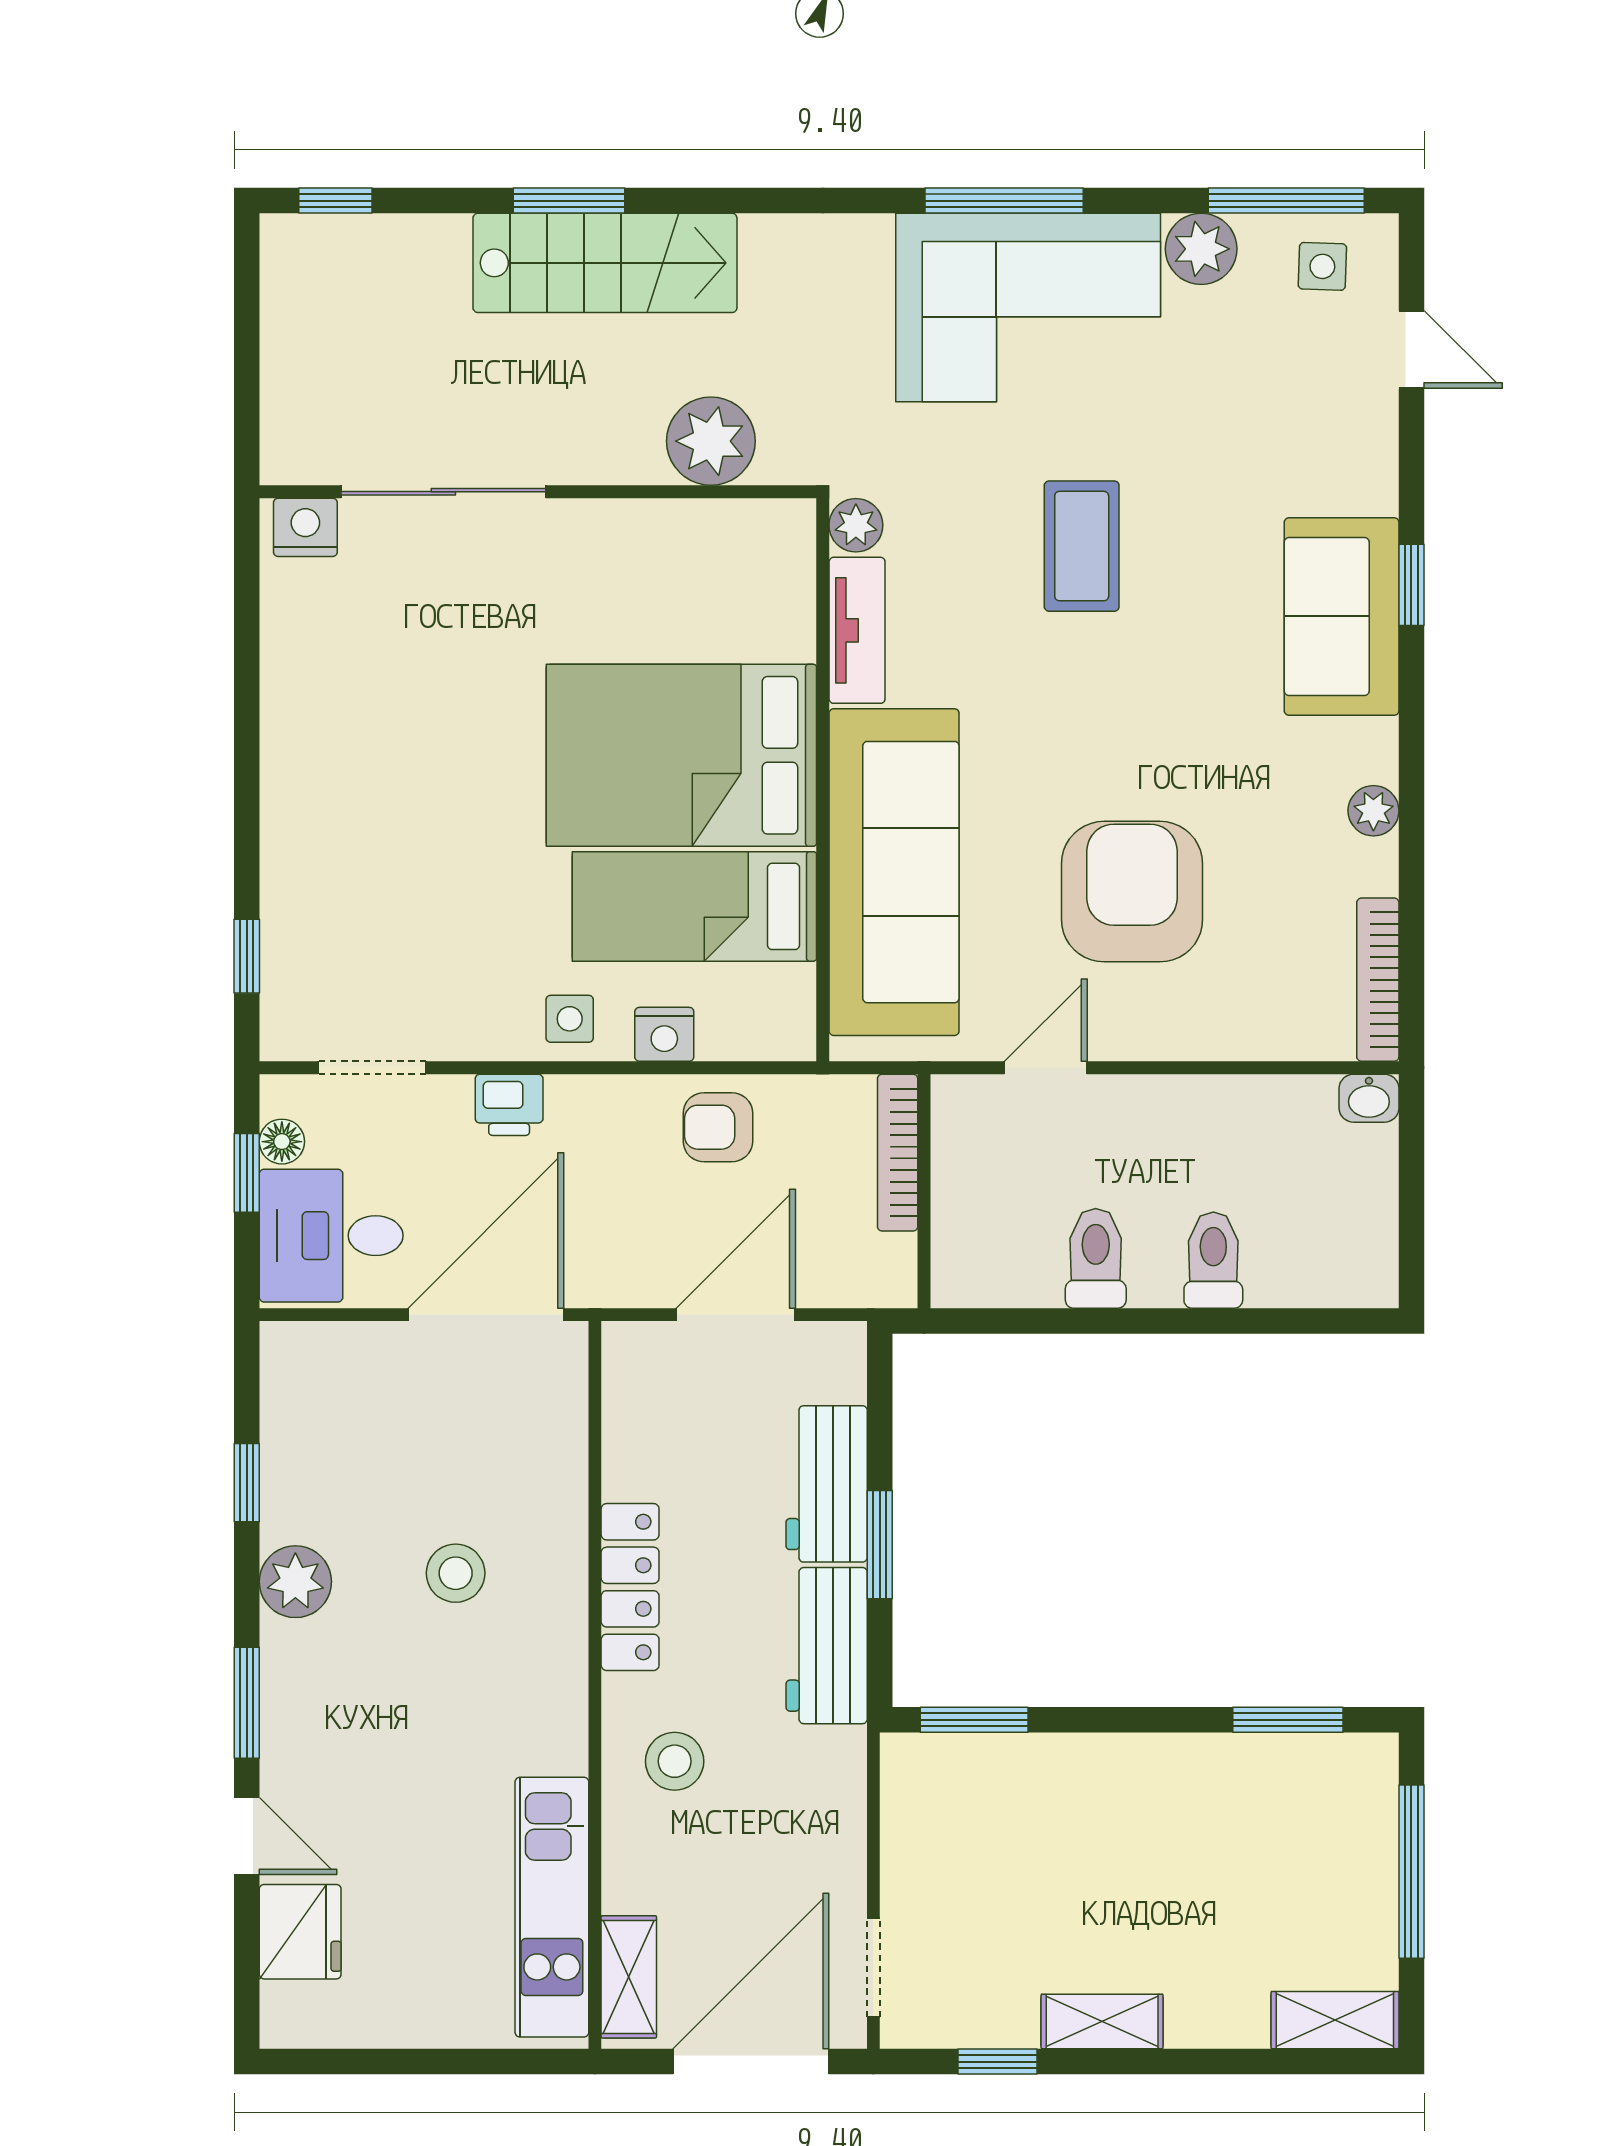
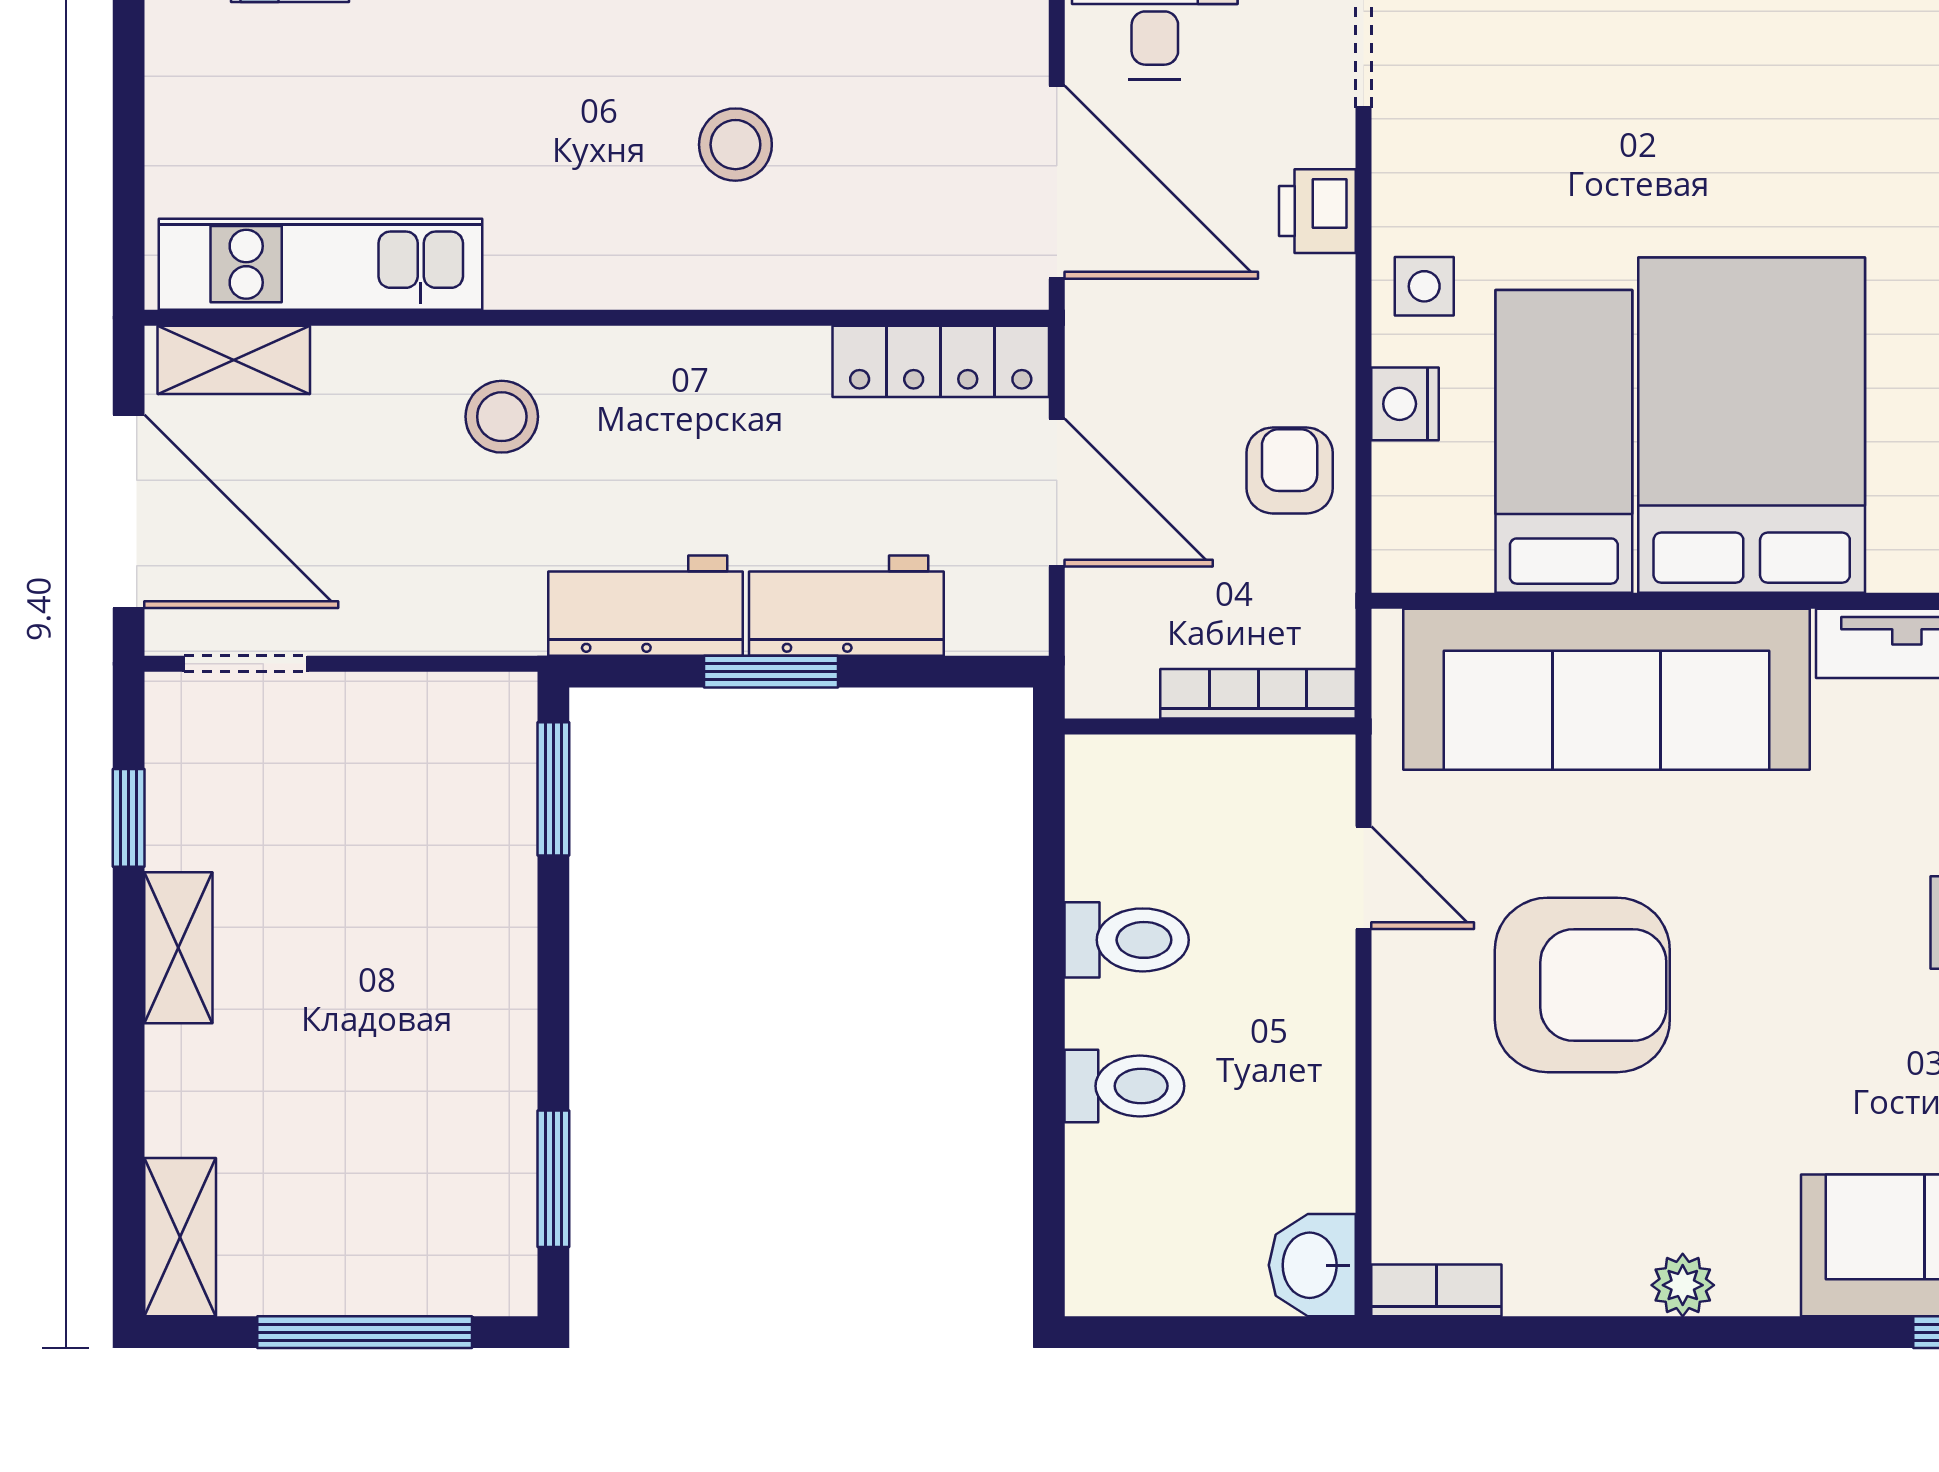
bookcase: (1378, 980) -> (1436, 1290), width x0.64
washbasin: (1369, 1098) -> (1312, 1265), width x1.38, depth x1.45
locker: (630, 1587) -> (941, 361), moved

